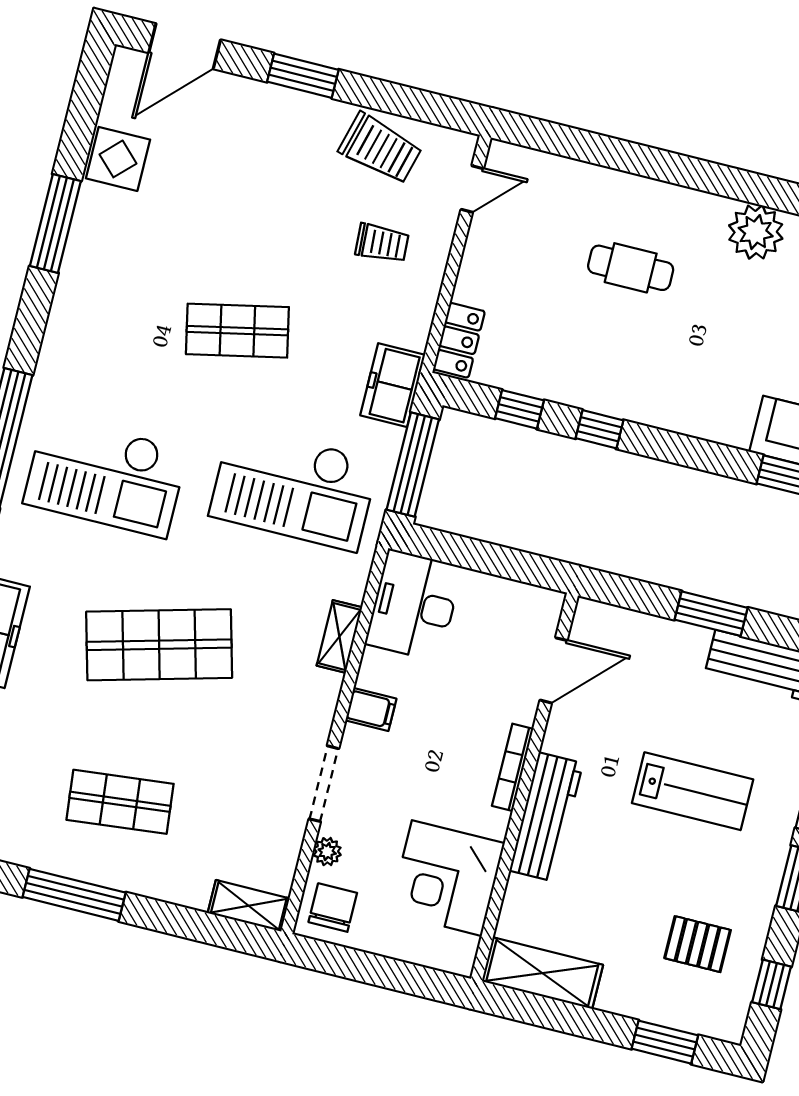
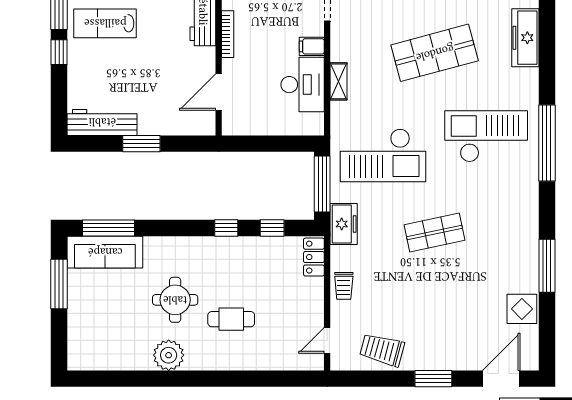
trolley: (382, 243) -> (344, 286), moved, turned -87
round table: (720, 326) -> (175, 300), added
checkout: (294, 488) -> (383, 155), turned 180
desk: (414, 605) -> (303, 85), moved
lab bench: (693, 791) -> (105, 23), moved

